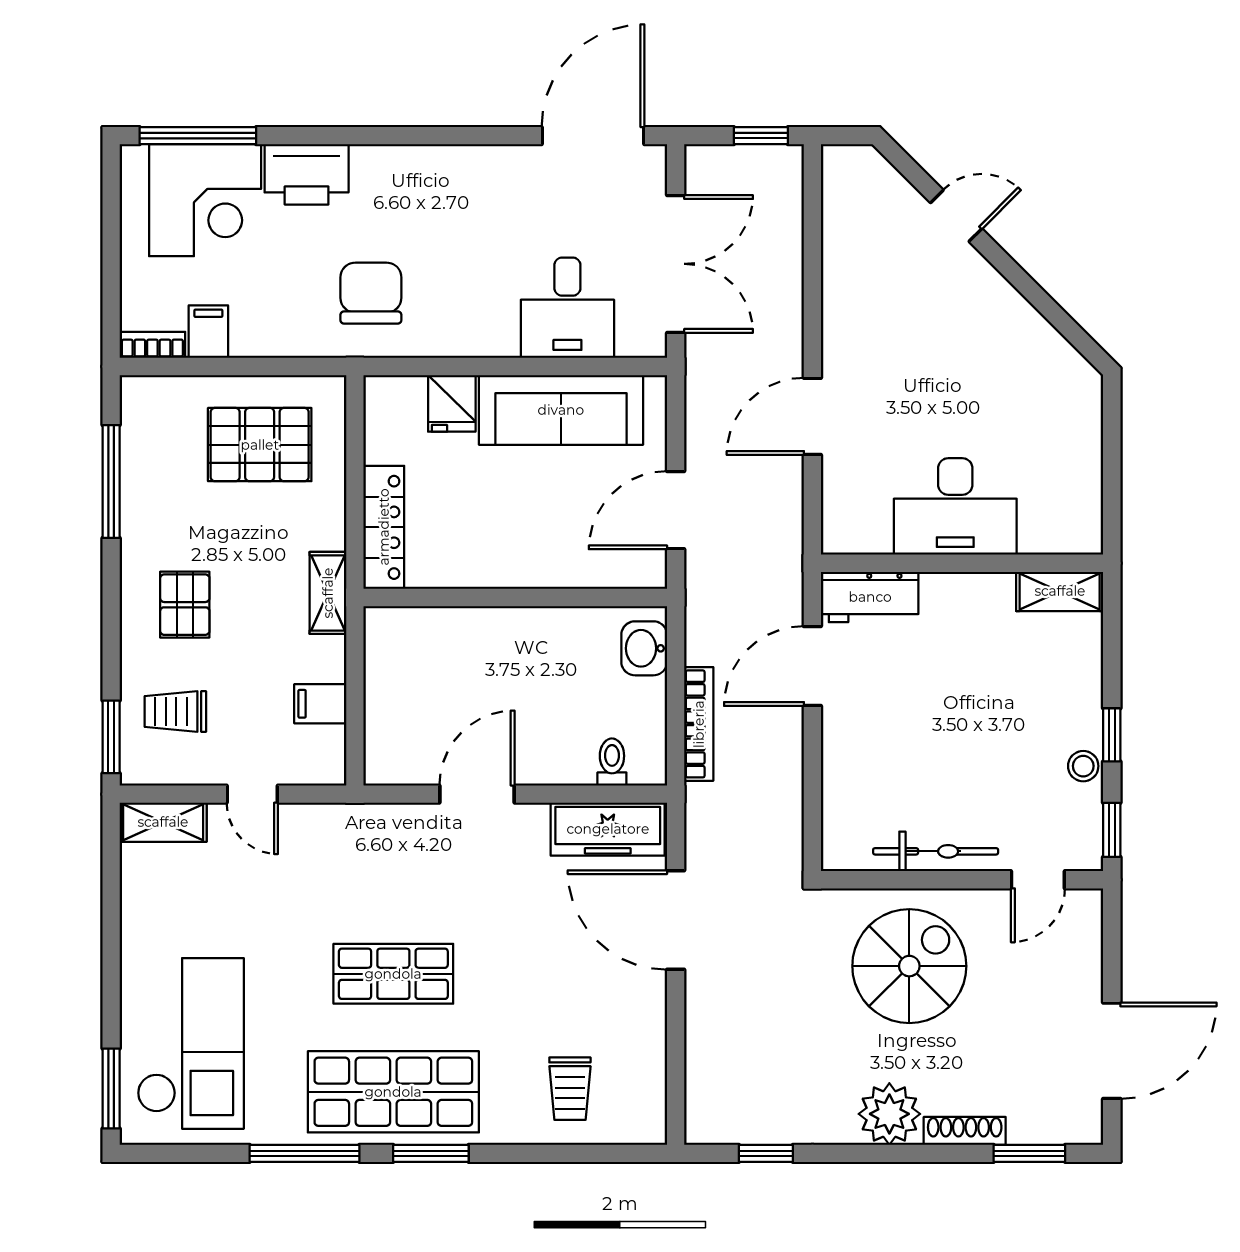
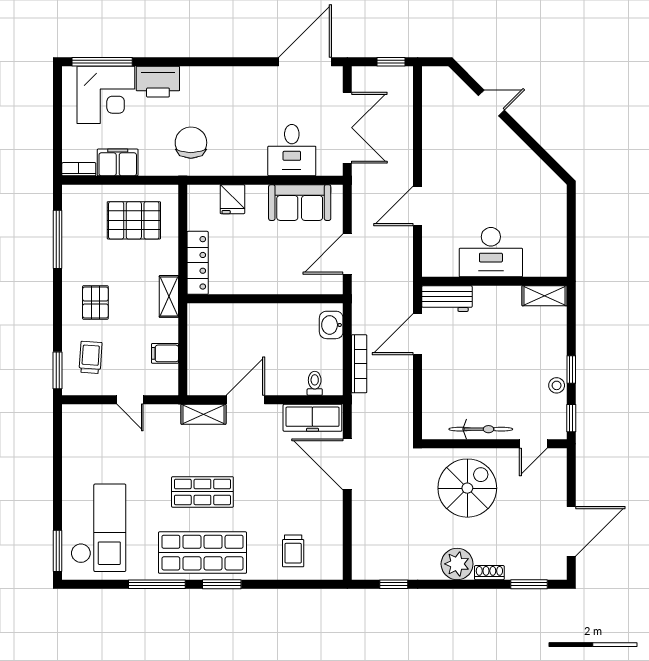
filing cabinet: (208, 332) -> (118, 162), width x2.00
sofa: (561, 410) -> (300, 203), width x0.73
trolley: (175, 712) -> (91, 357), turned 94
shelving: (163, 822) -> (203, 414), moved
shoe rack: (965, 1131) -> (489, 573), width x0.70

